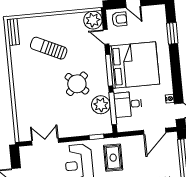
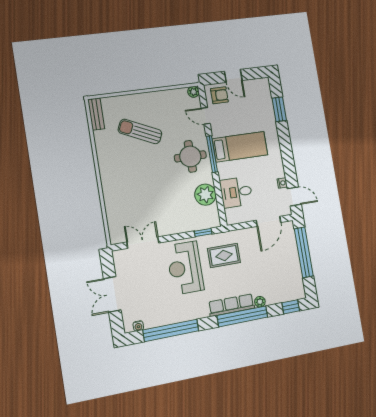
plant: (93, 20) -> (193, 92), width x0.53, depth x0.53
bed: (134, 65) -> (240, 147), width x0.49
round table: (77, 84) -> (190, 156), moved, turned 45
window: (113, 108) -> (219, 198), removed
rug: (113, 158) -> (224, 255), turned 90

